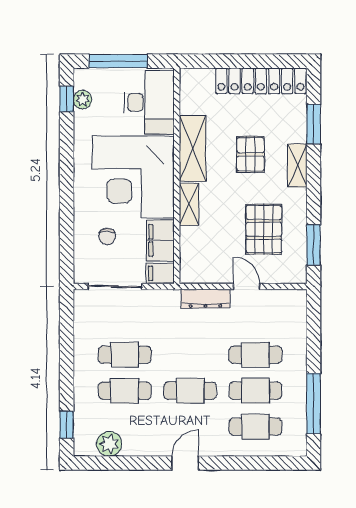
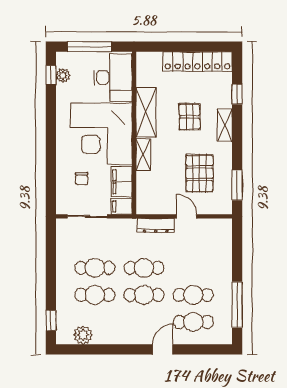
window: (314, 124) -> (237, 94), width x0.67
cafe table: (255, 355) -> (144, 268), moved
door: (185, 463) -> (163, 349), moved

